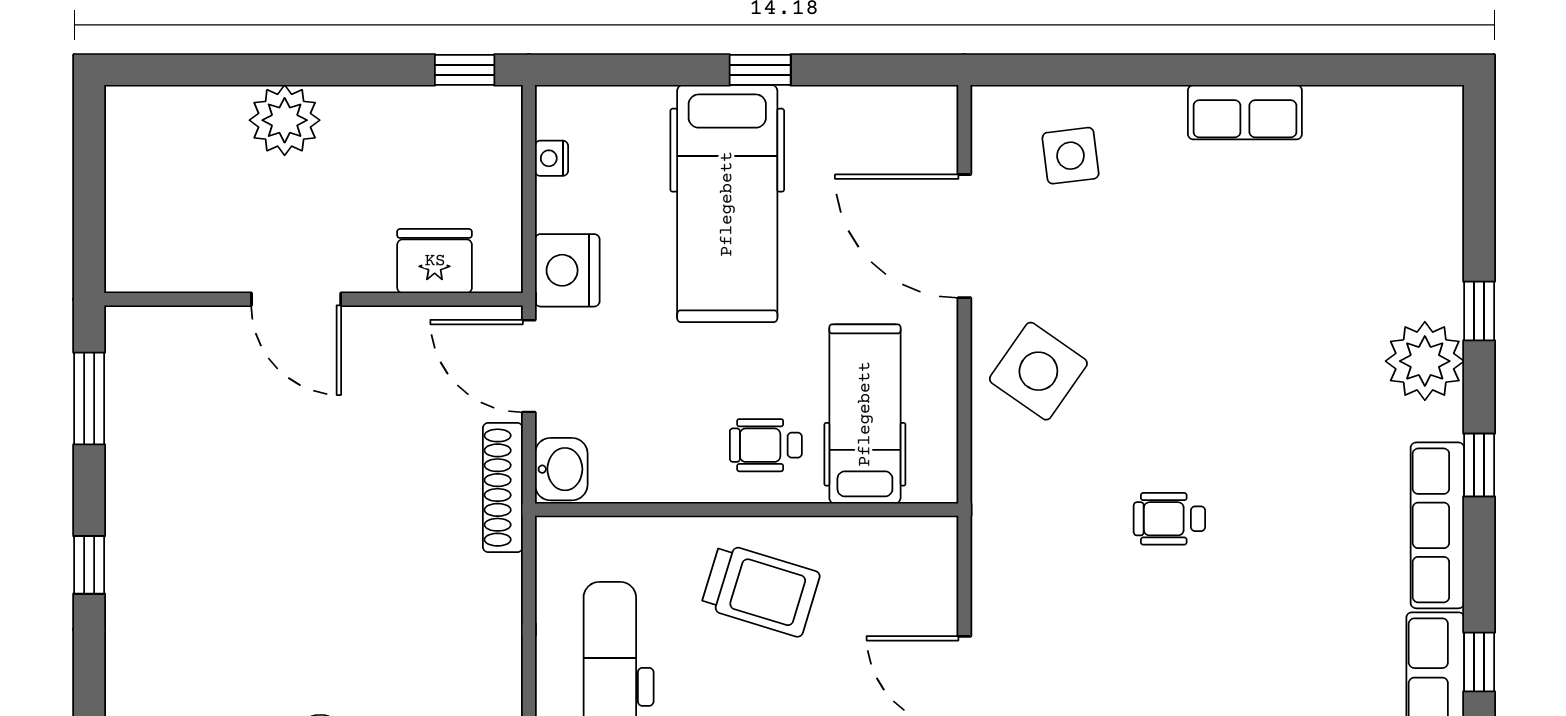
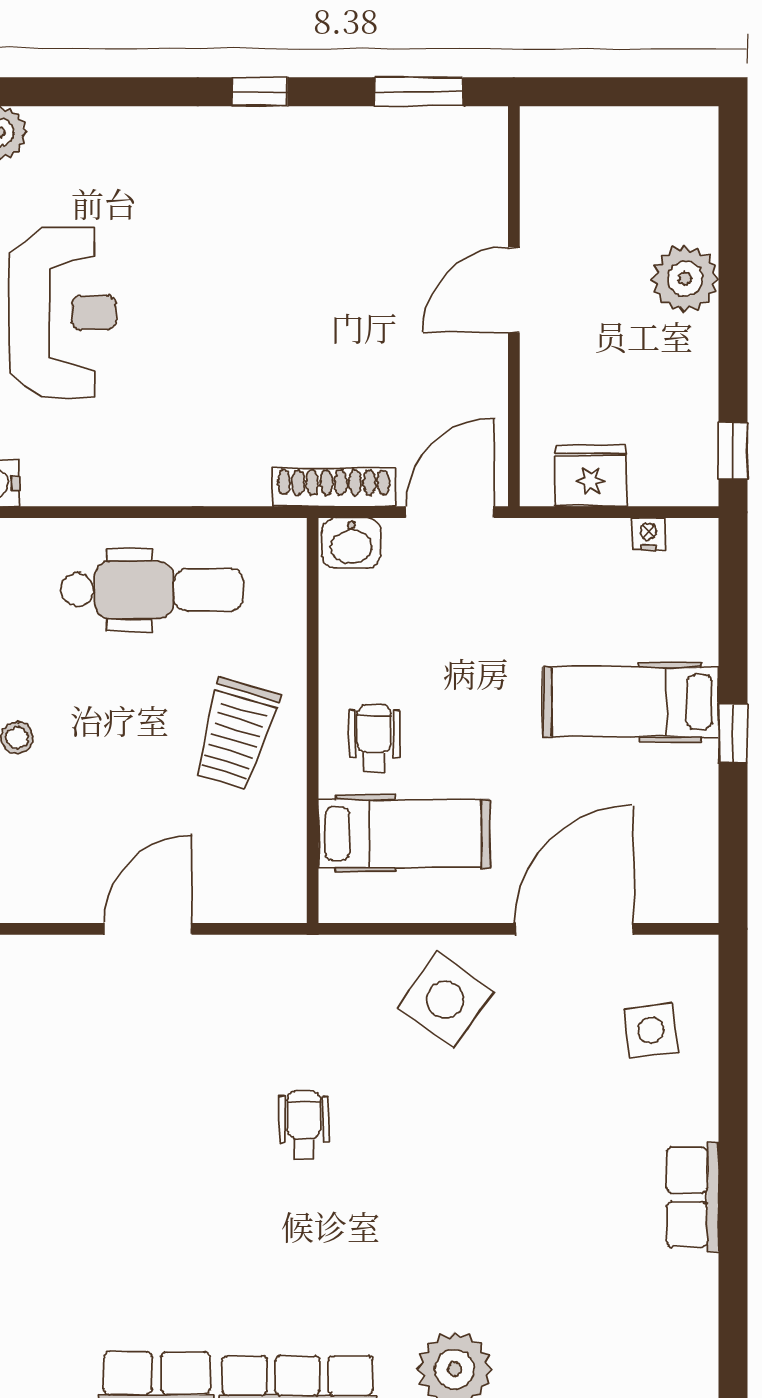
hospital bed: (727, 204) -> (631, 702), width x0.73, depth x0.78
fridge: (435, 261) -> (591, 476), moved, turned -90
nightstand: (567, 270) -> (541, 549), removed

